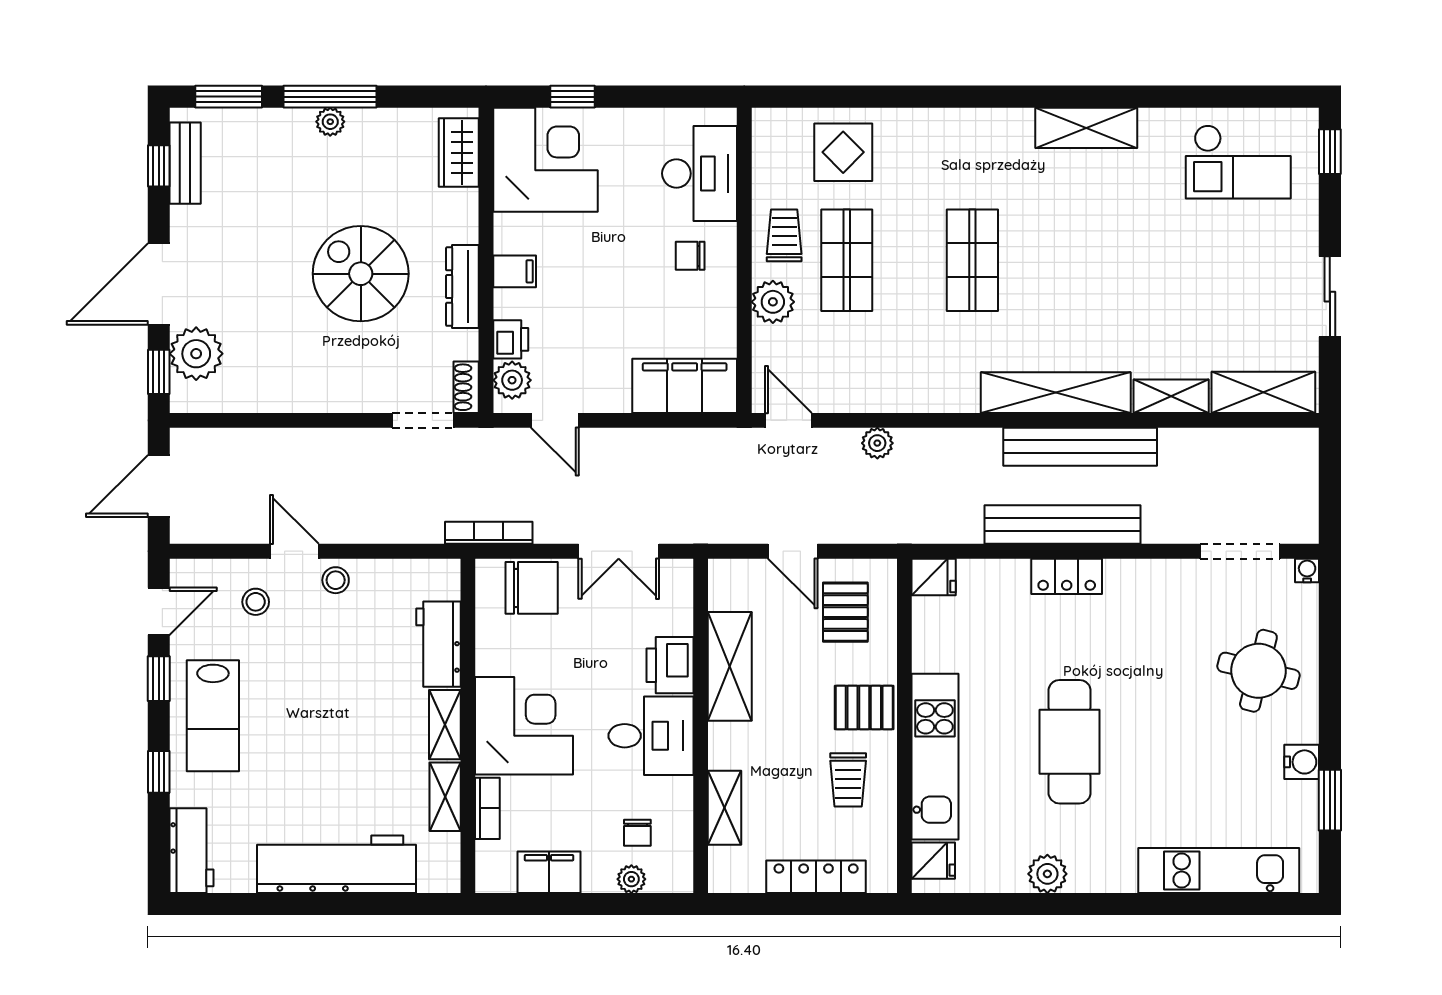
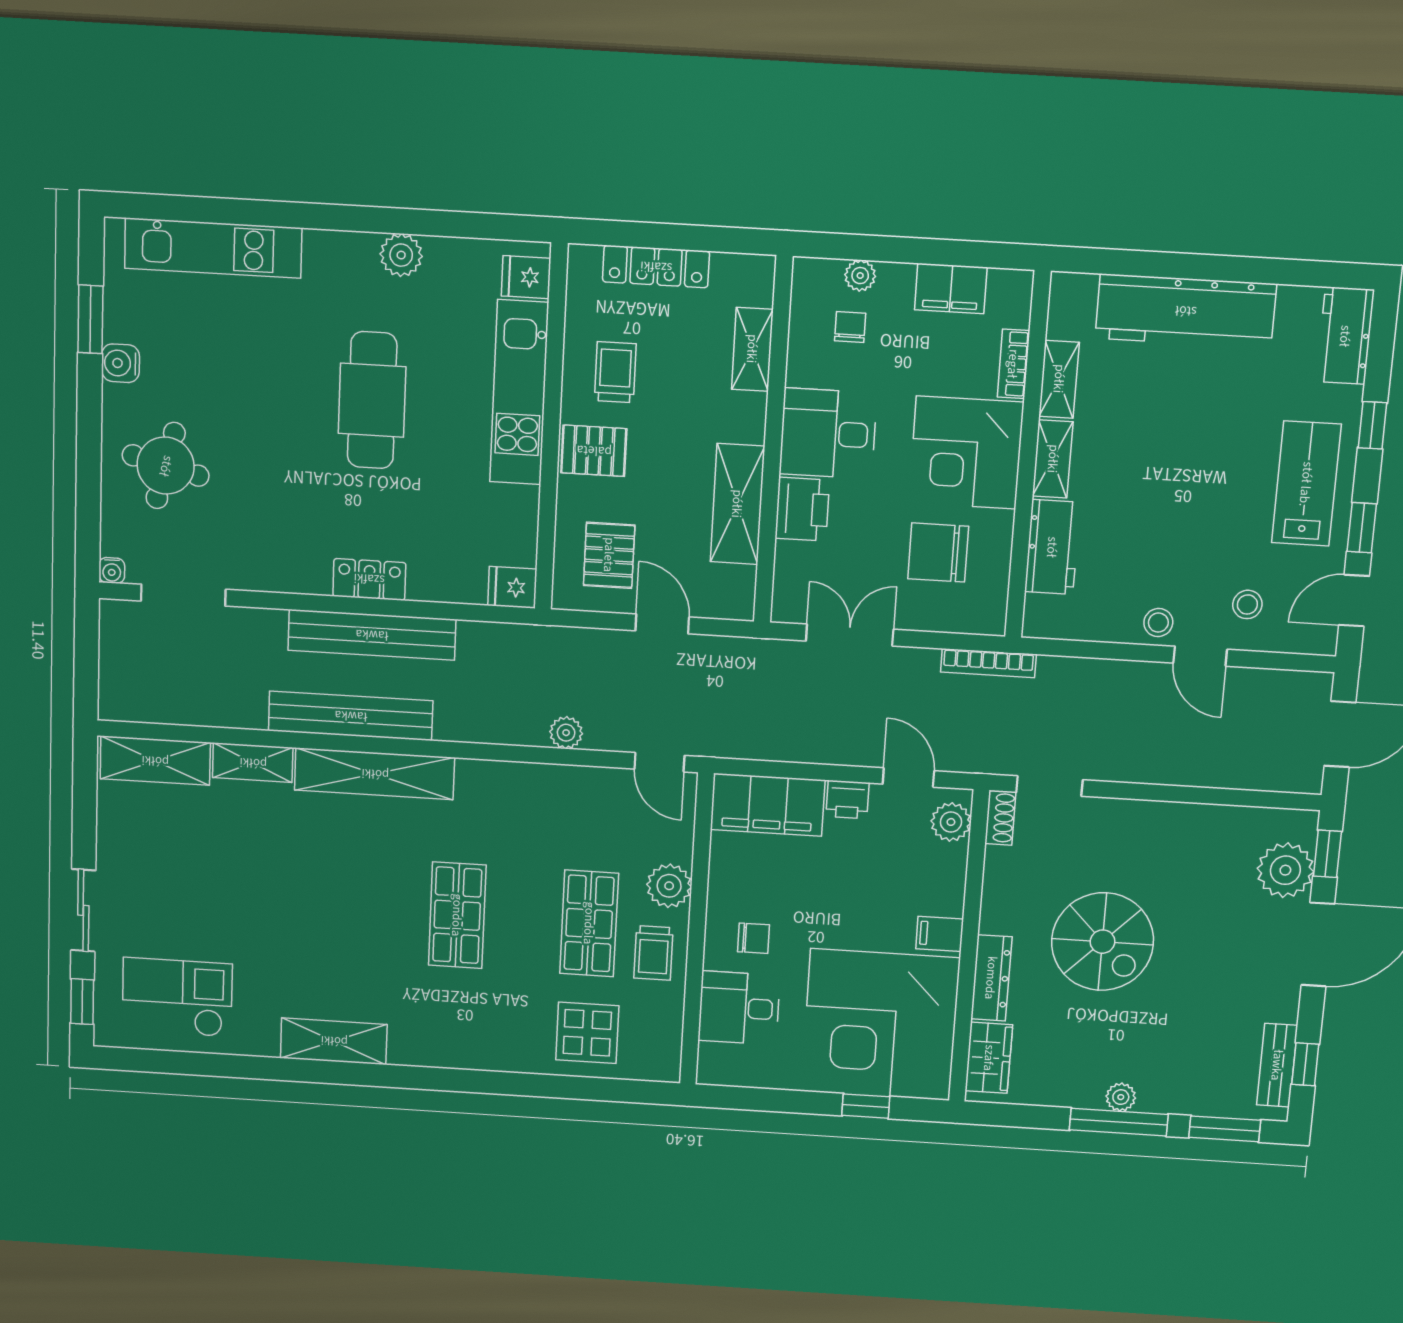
corner desk: (545, 160) -> (880, 1025), width x1.36, depth x1.36
desk: (700, 173) -> (739, 1008), width x0.73
dresser: (462, 287) -> (991, 978), moved
sliding door: (1330, 297) -> (83, 910), moved
printer: (511, 339) -> (848, 800), moved, turned -90
chair: (532, 588) -> (938, 553), moved

